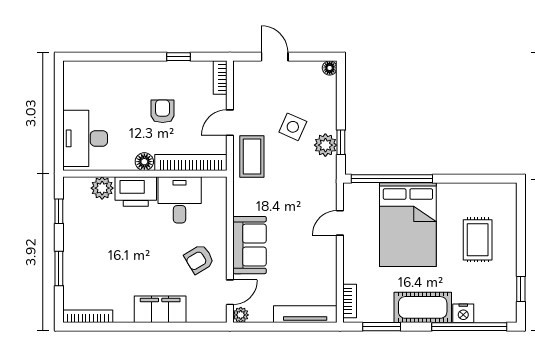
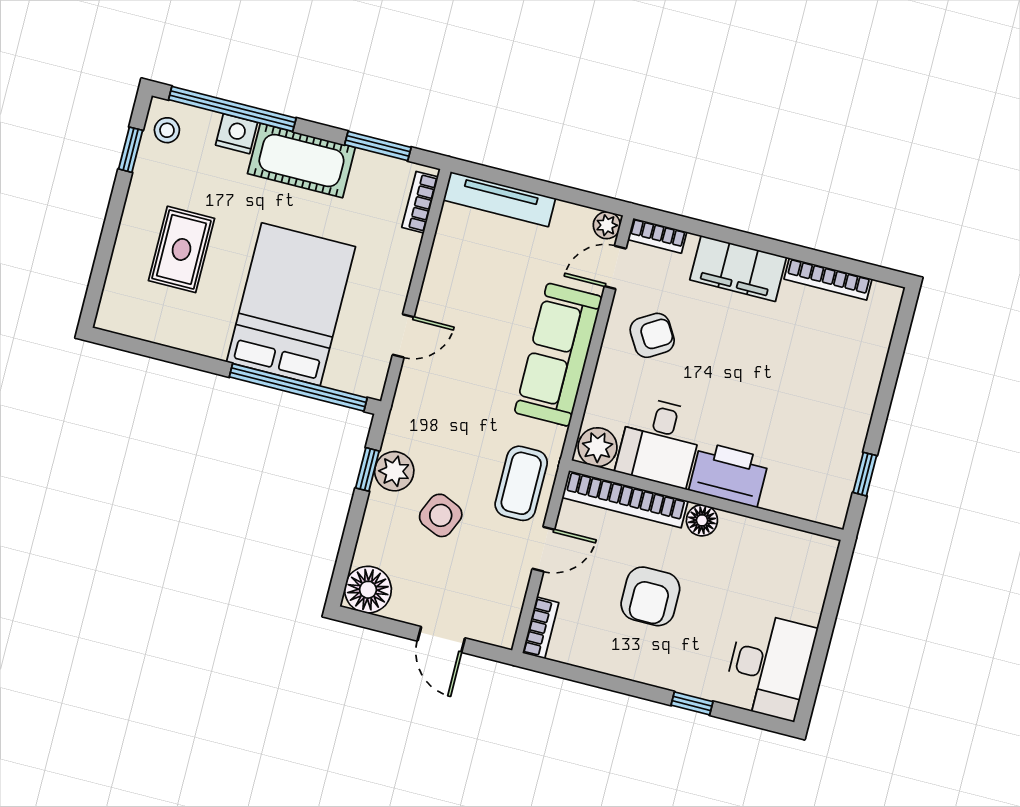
window: (178, 57) -> (692, 703), moved
floor lamp: (330, 68) -> (368, 590), width x1.89, depth x1.89
armchair: (163, 111) -> (650, 596), width x1.38, depth x1.38
desk: (85, 138) -> (770, 666), moved
plant: (102, 188) -> (598, 447), moved
sofa: (249, 245) -> (558, 355), width x1.36
window: (59, 269) -> (889, 379), removed
stool: (503, 305) -> (167, 130), added
bookcase: (88, 316) -> (828, 279), moved
bookcase: (211, 316) -> (657, 236), added

